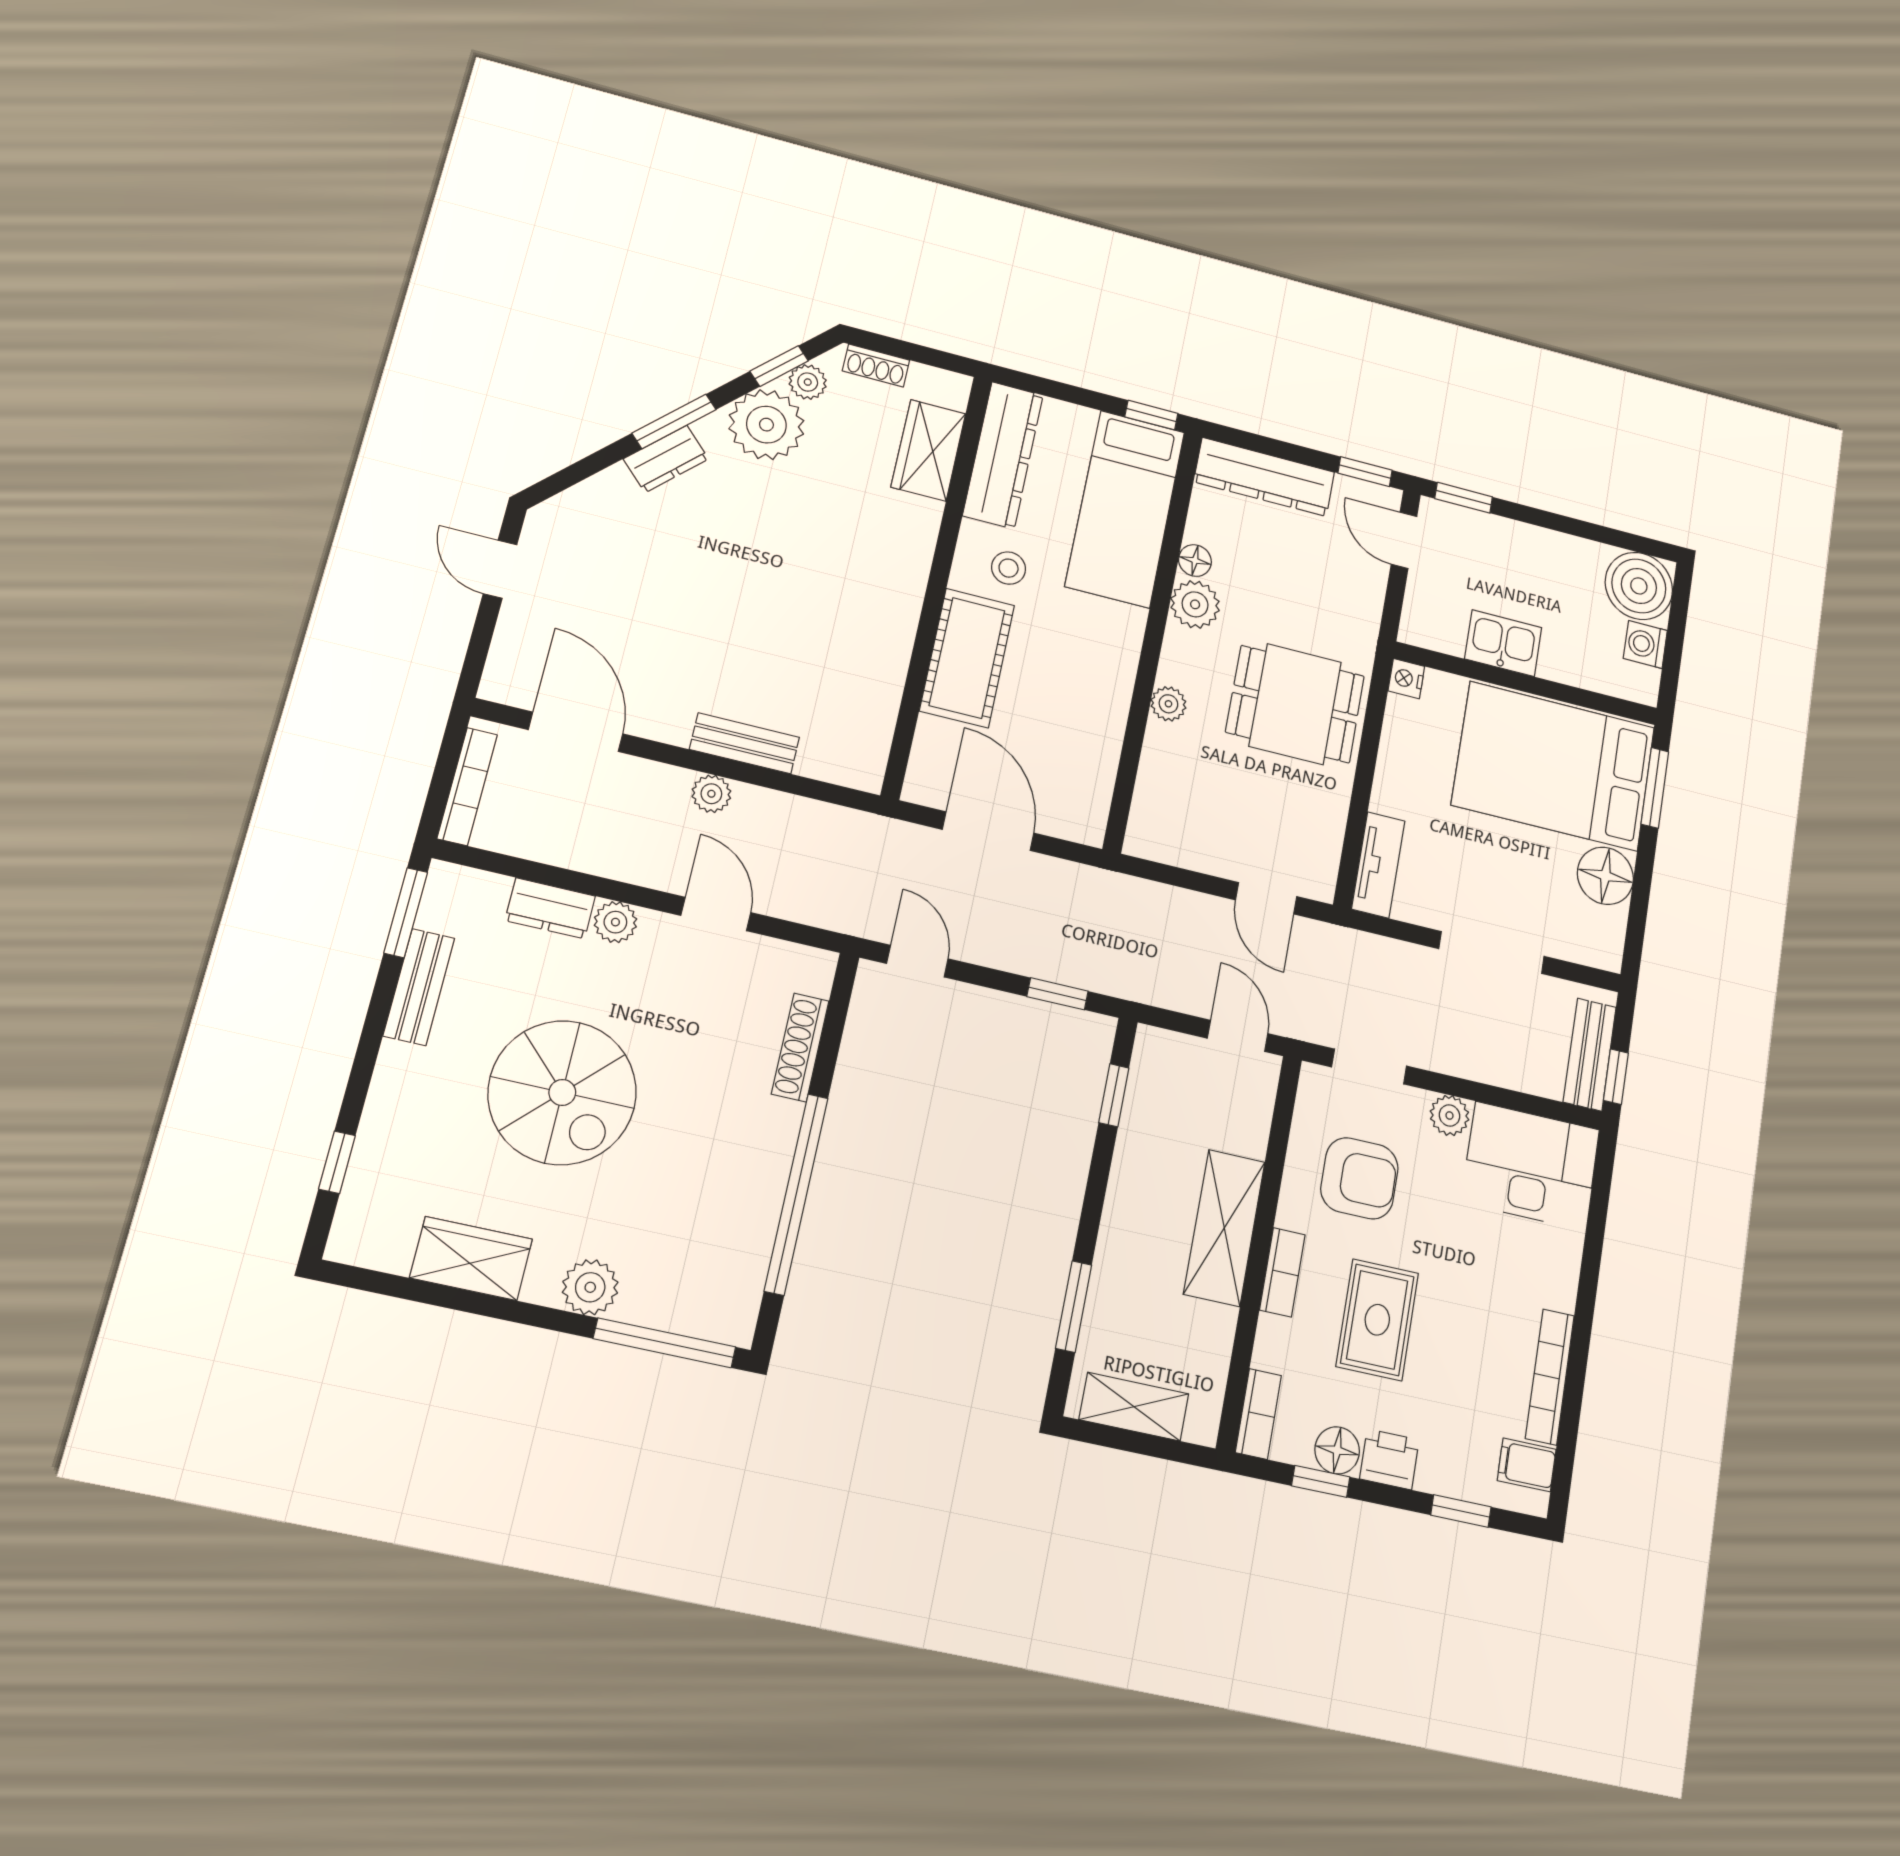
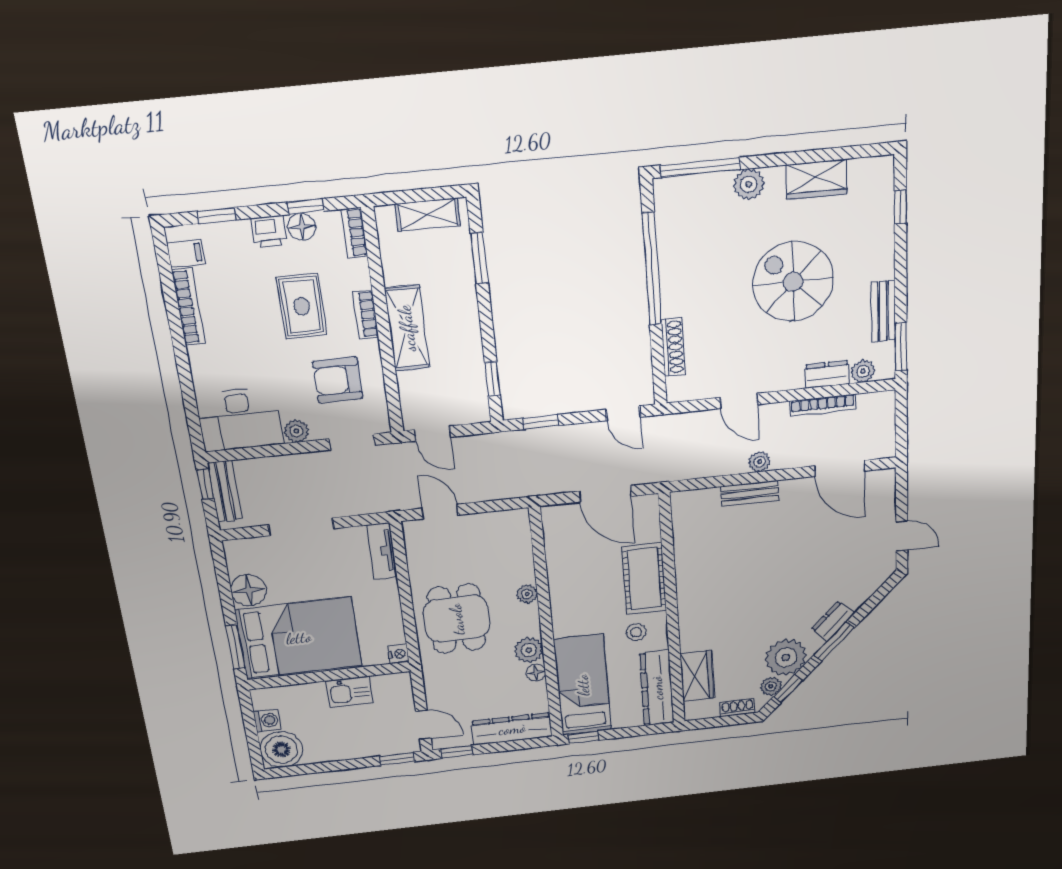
dining table: (1295, 704) -> (457, 619), turned 90
bookcase: (467, 786) -> (823, 405), moved, turned -90
plant: (615, 922) -> (863, 371), moved

